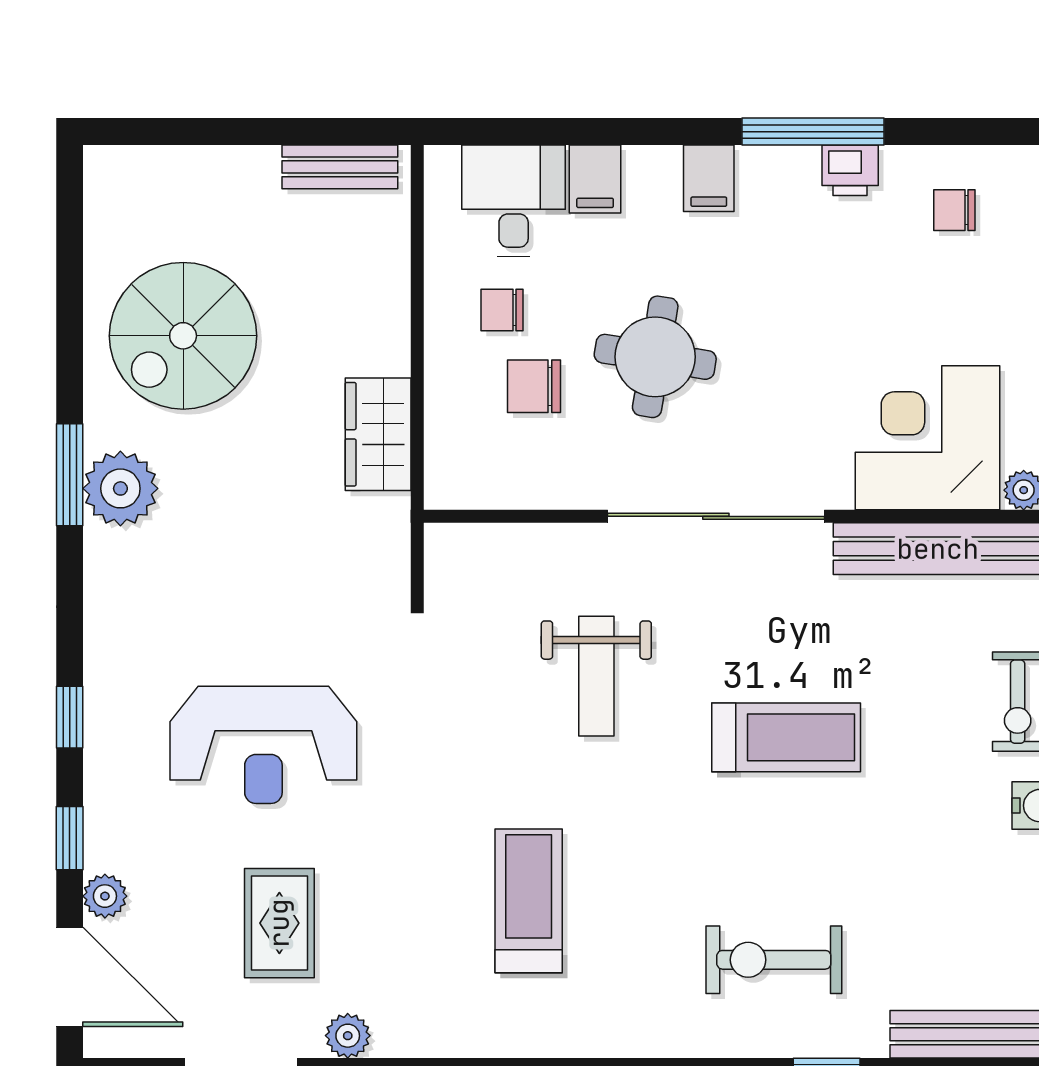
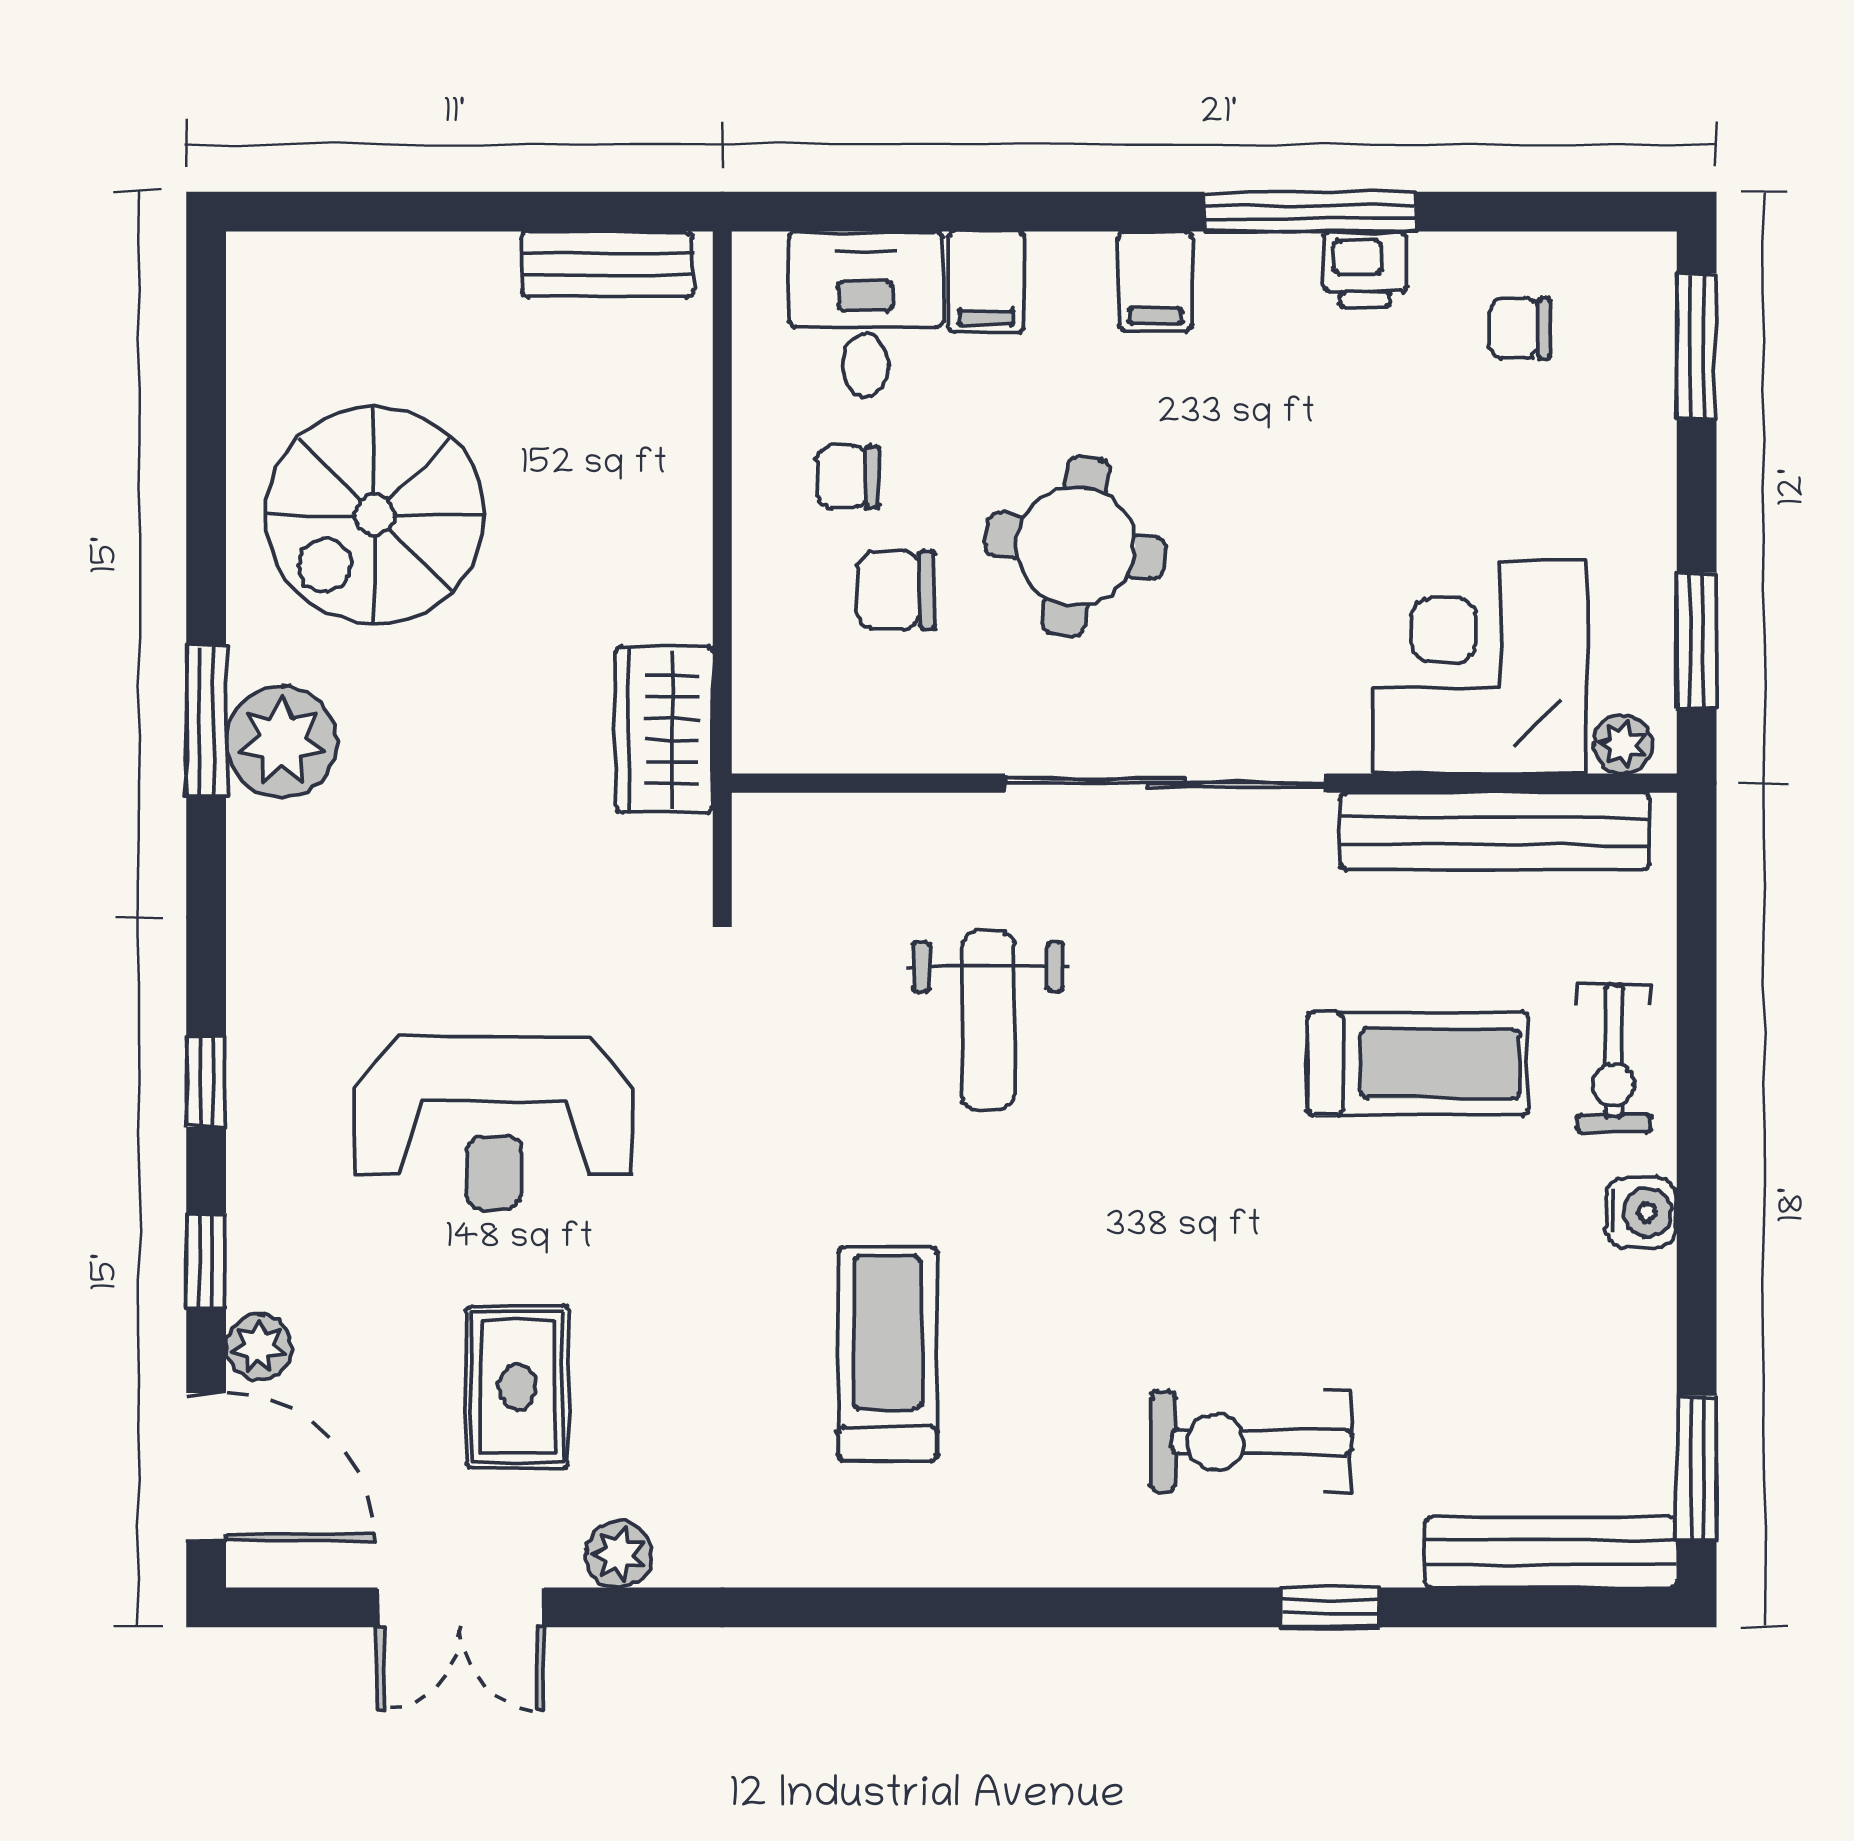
wardrobe: (378, 434) -> (664, 730), moved
treadmill: (786, 737) -> (1418, 1064), moved

